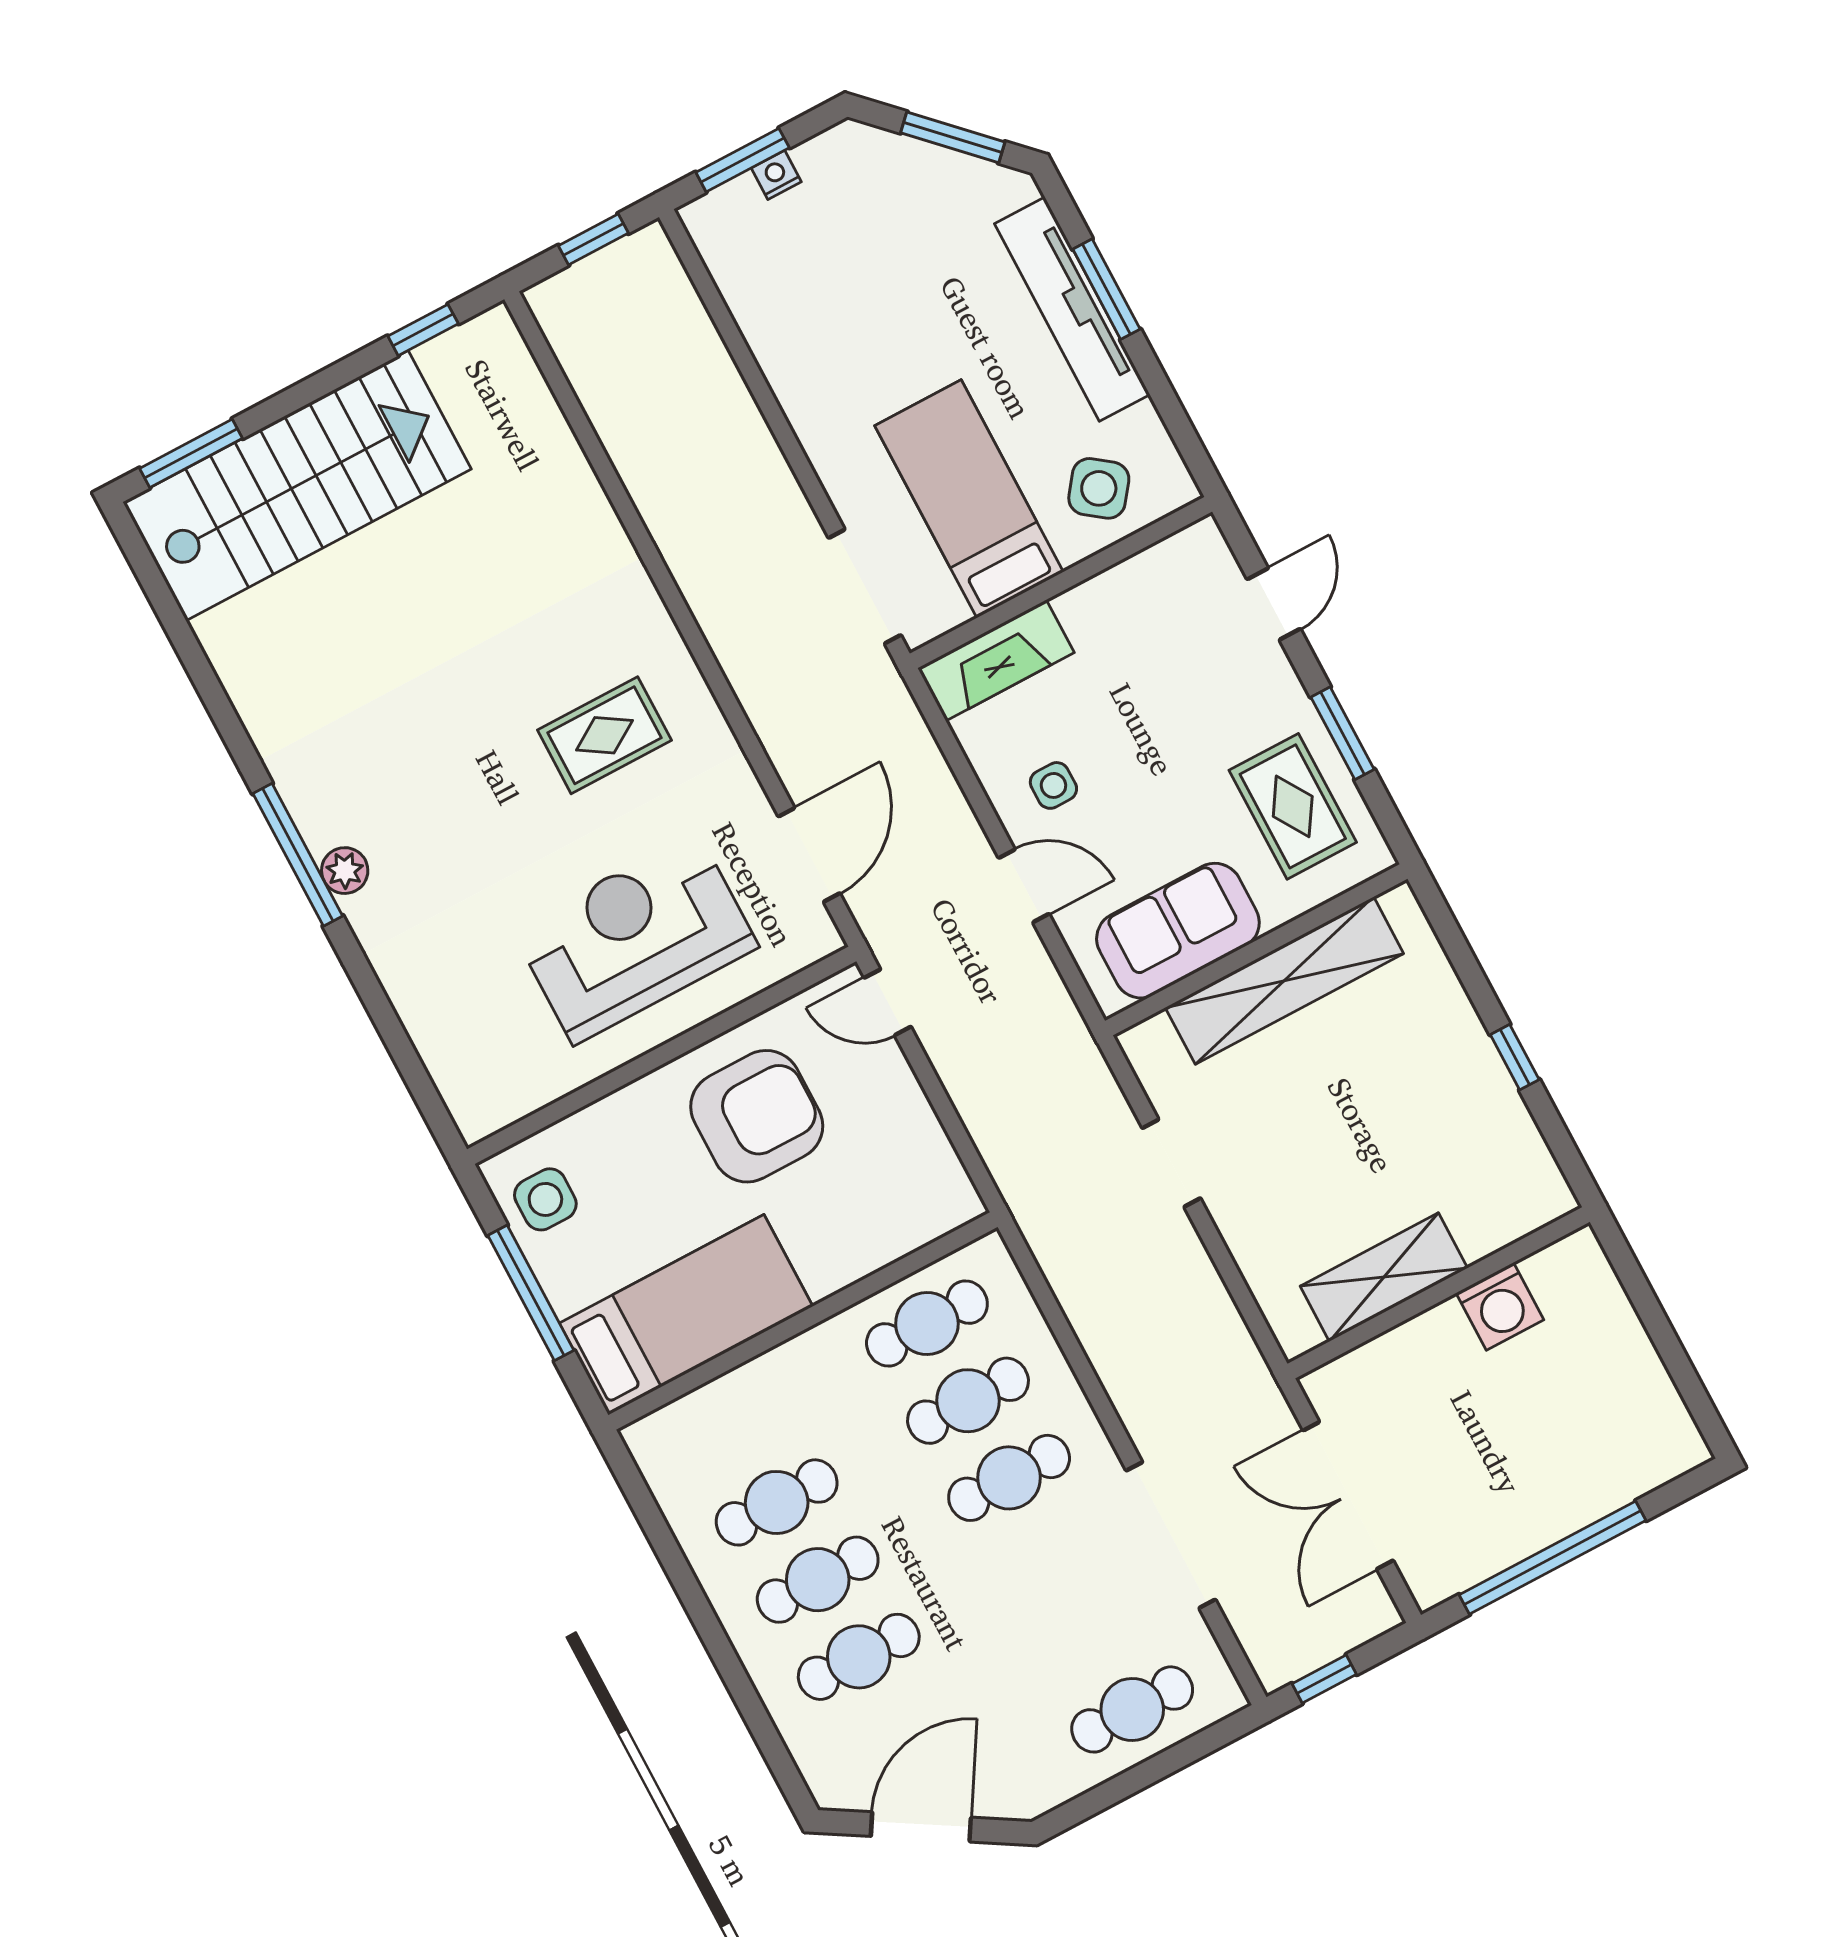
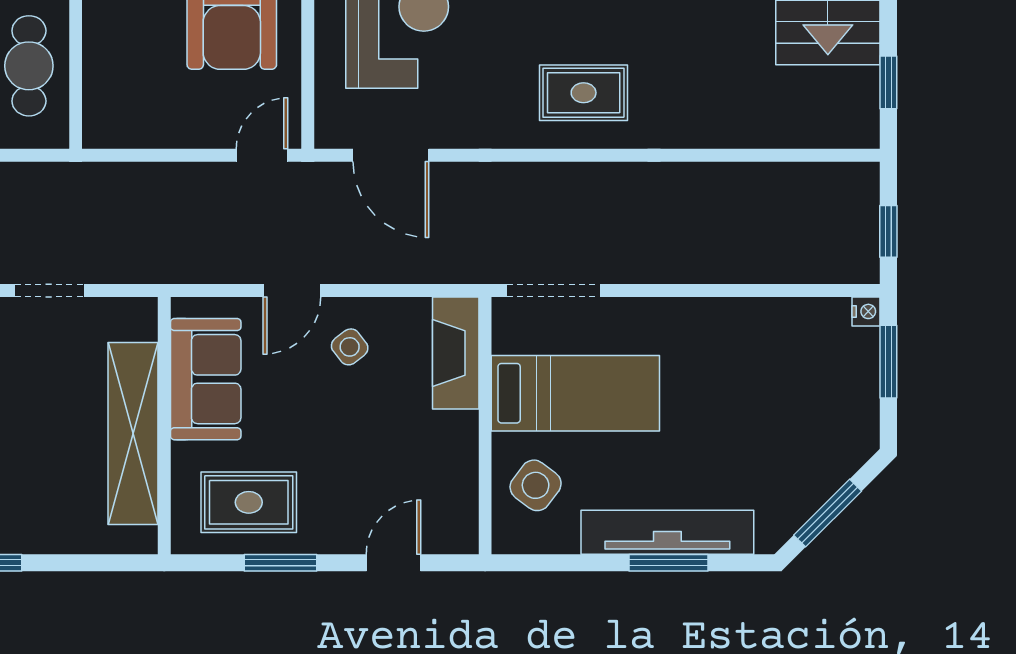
nightstand: (776, 175) -> (866, 311), moved
door: (1274, 604) -> (393, 563), swing flipped
rug: (604, 735) -> (584, 93), moved, turned 90
side table: (1053, 785) -> (350, 347), turned -38

